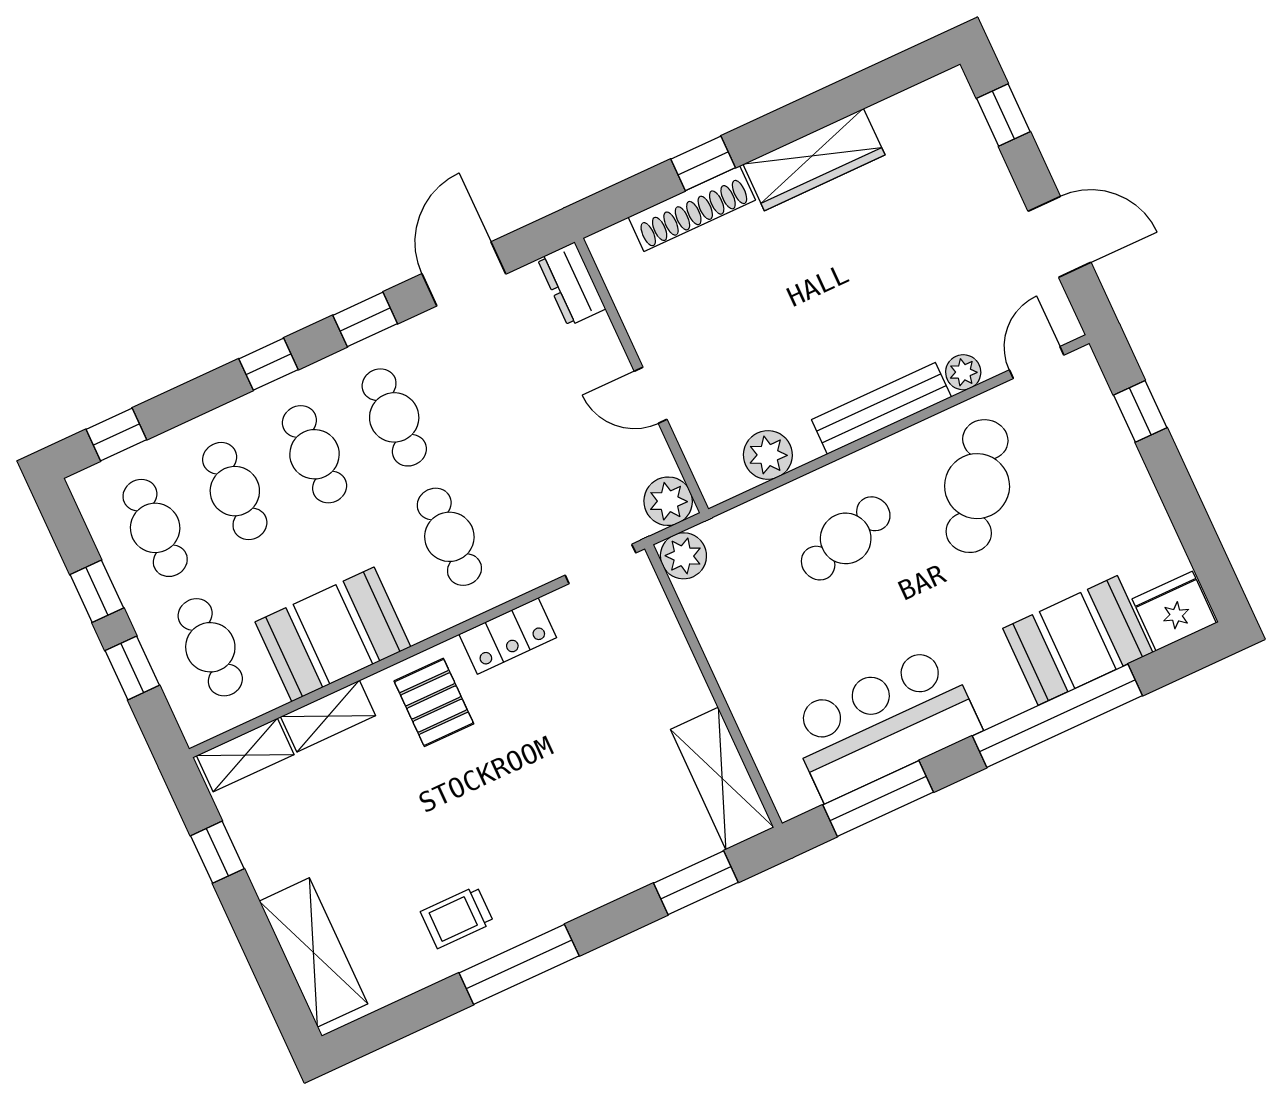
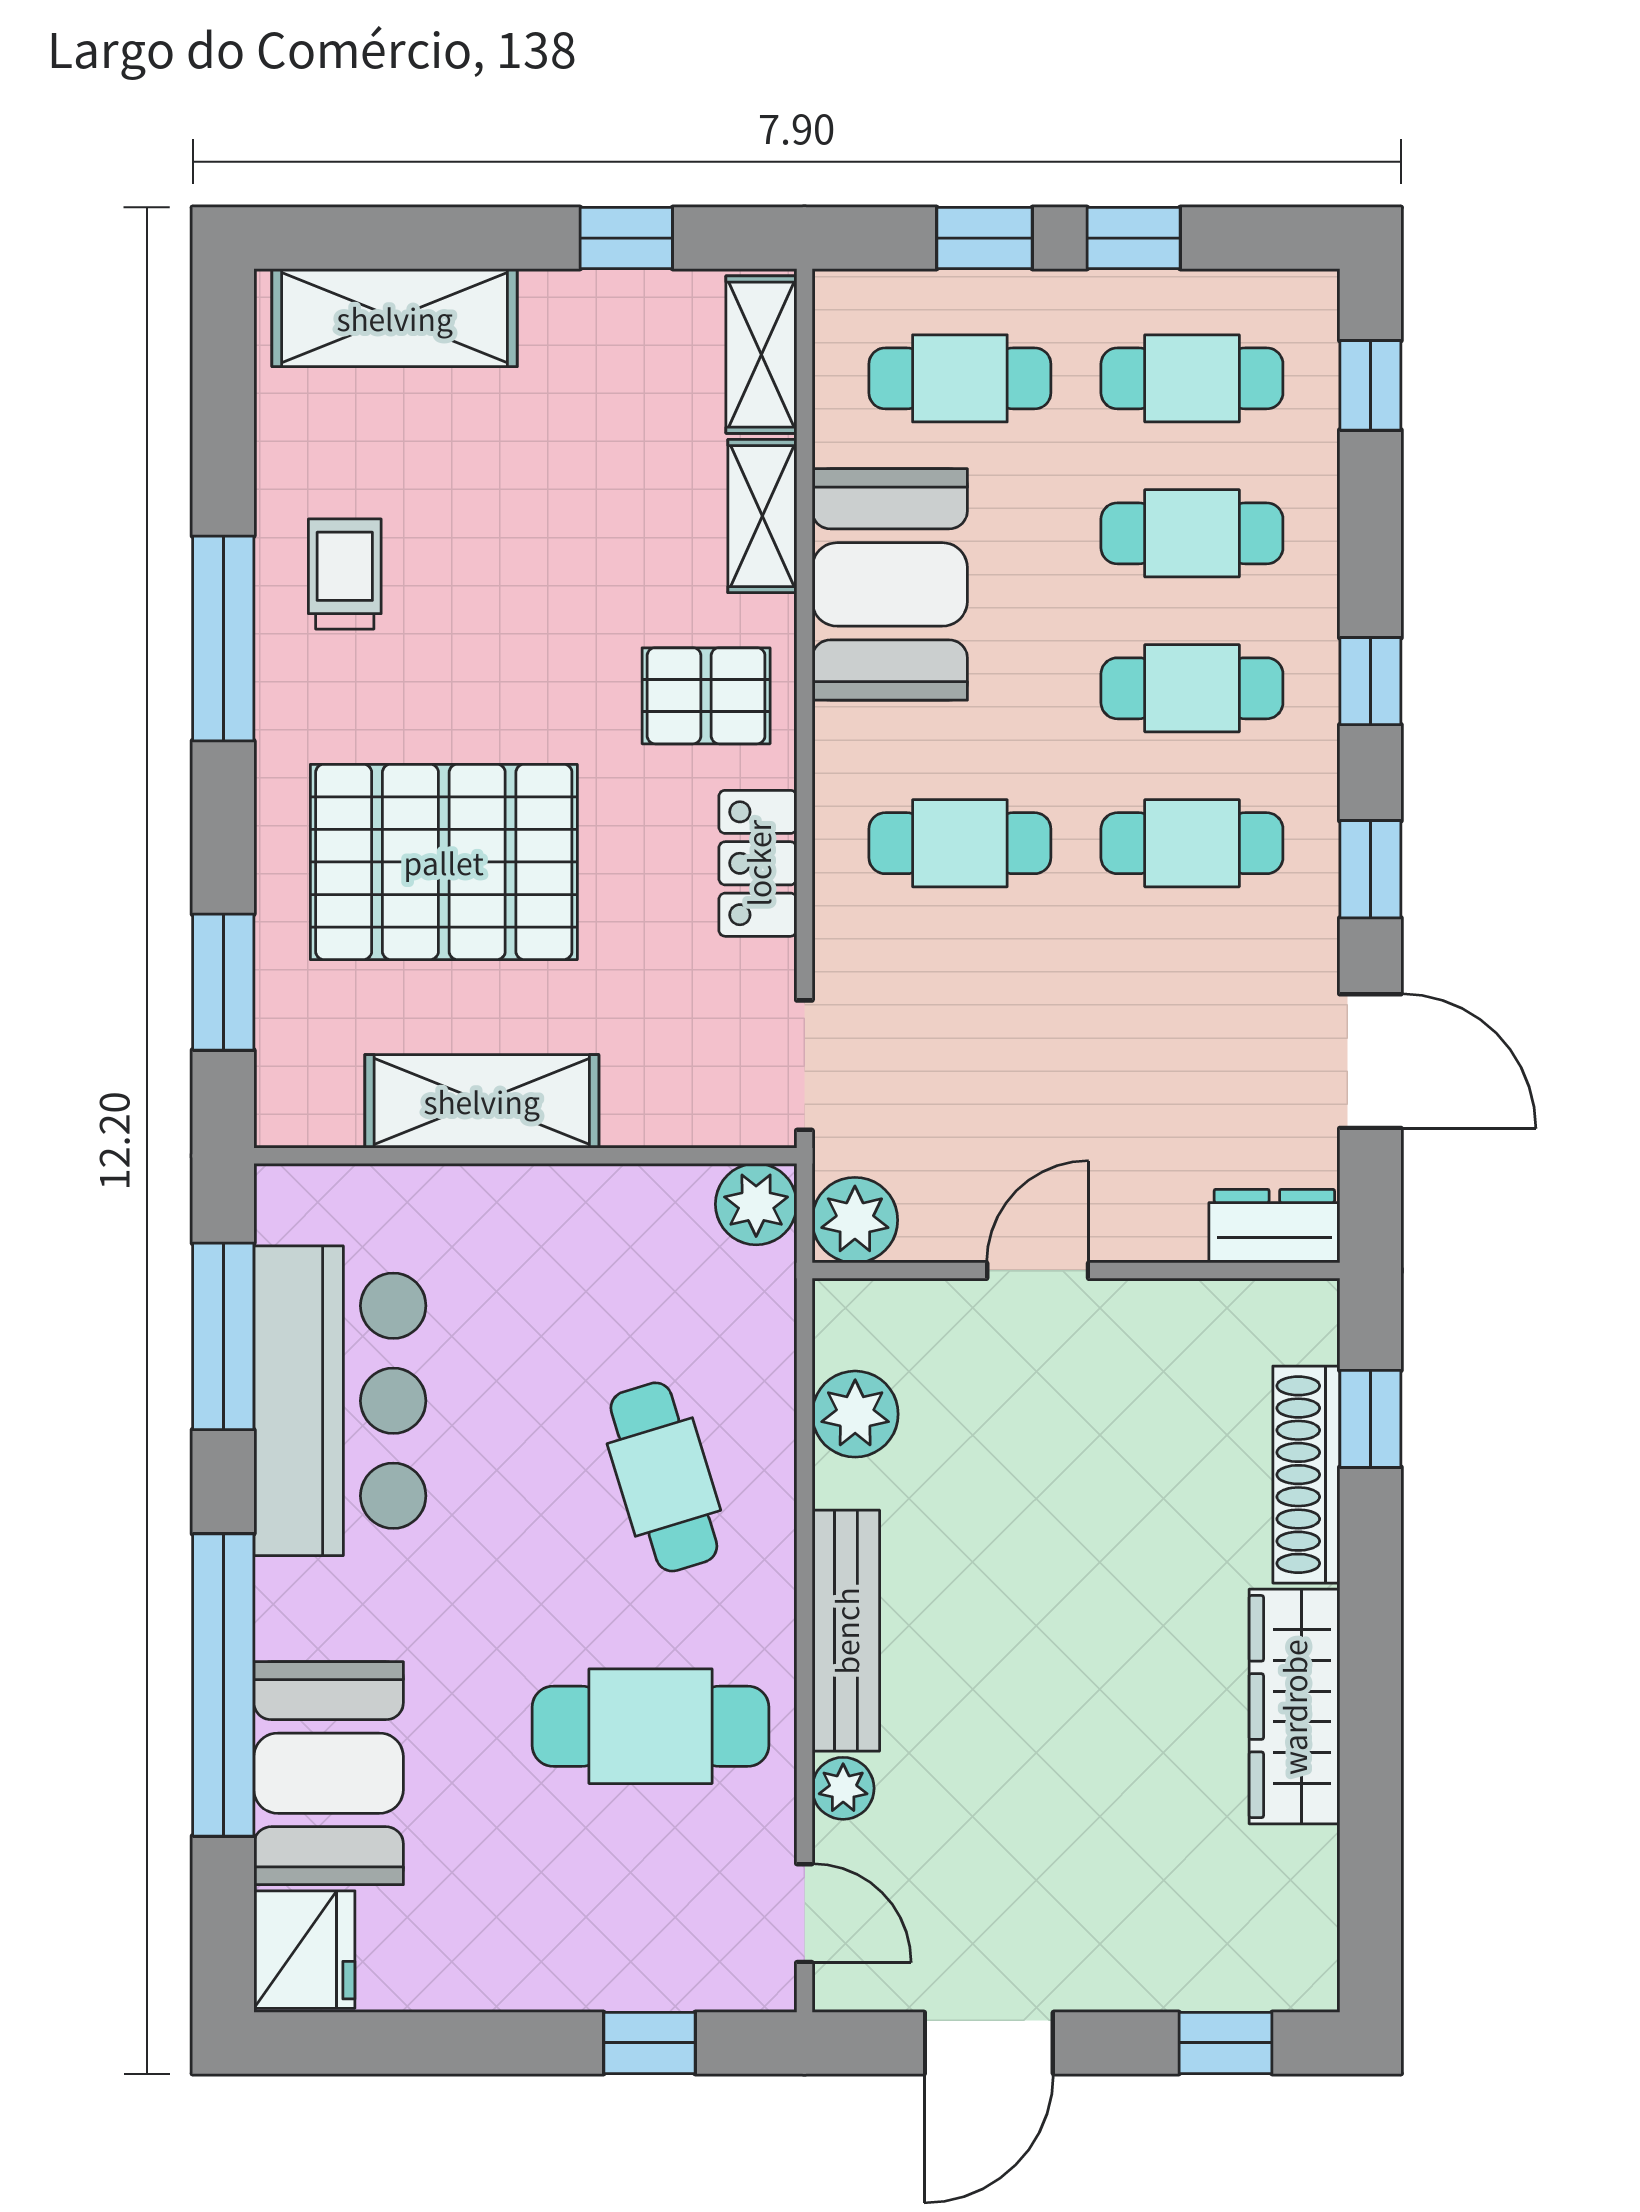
window: (703, 163) -> (1370, 1419), moved
cafe table: (977, 486) -> (651, 1726), turned -35
shelving: (722, 778) -> (482, 1101), moved
pallet: (582, 798) -> (444, 862), added

